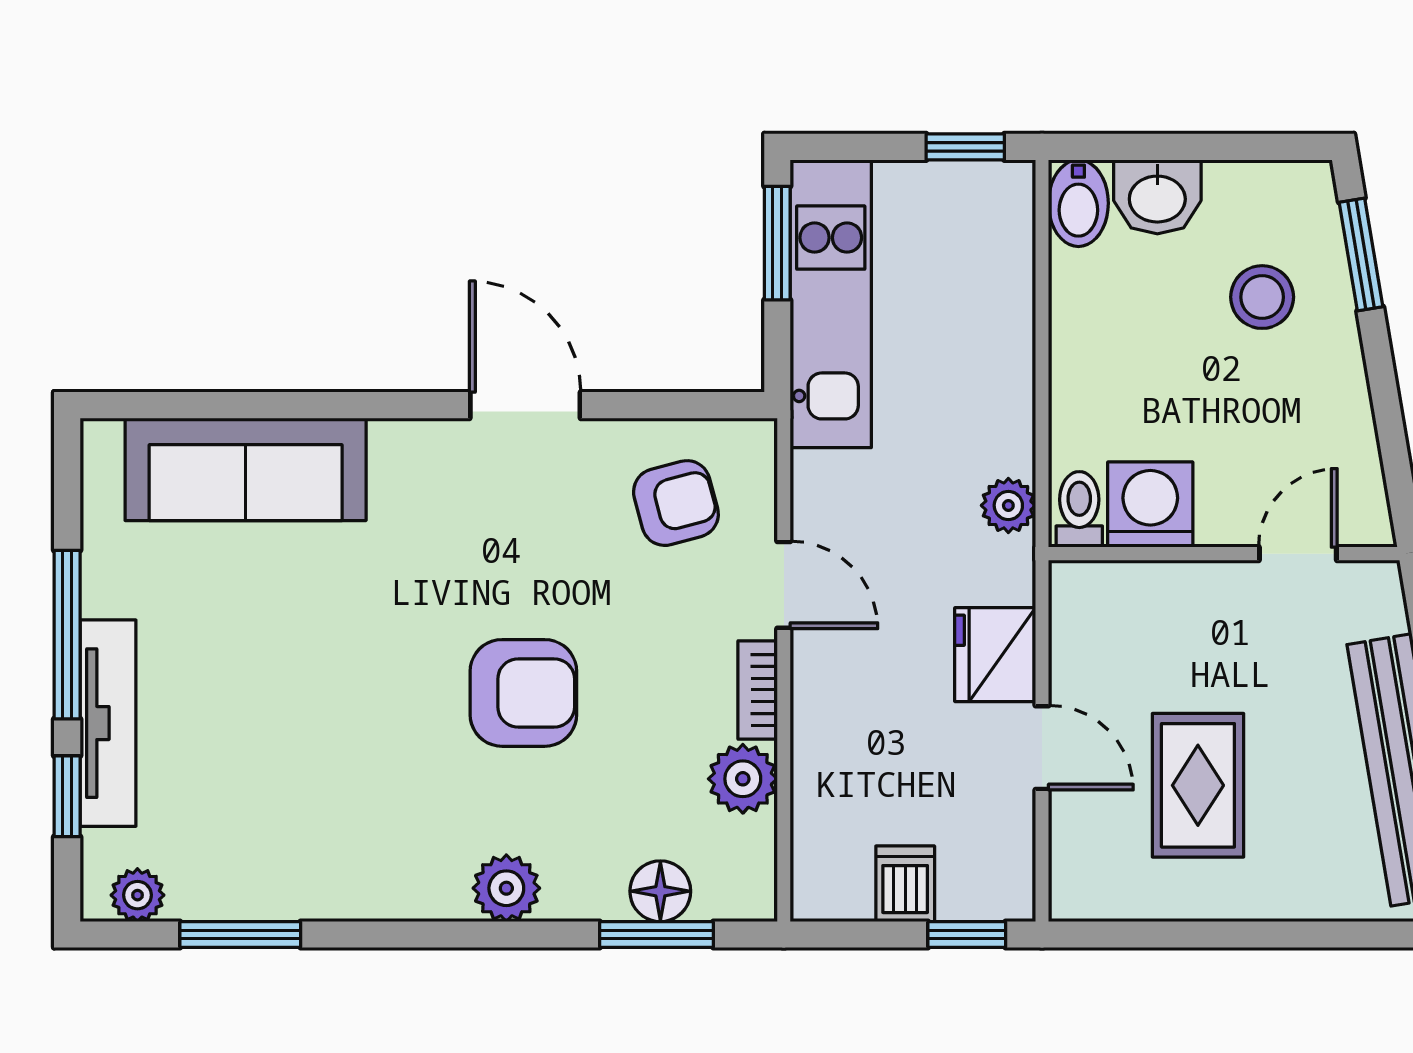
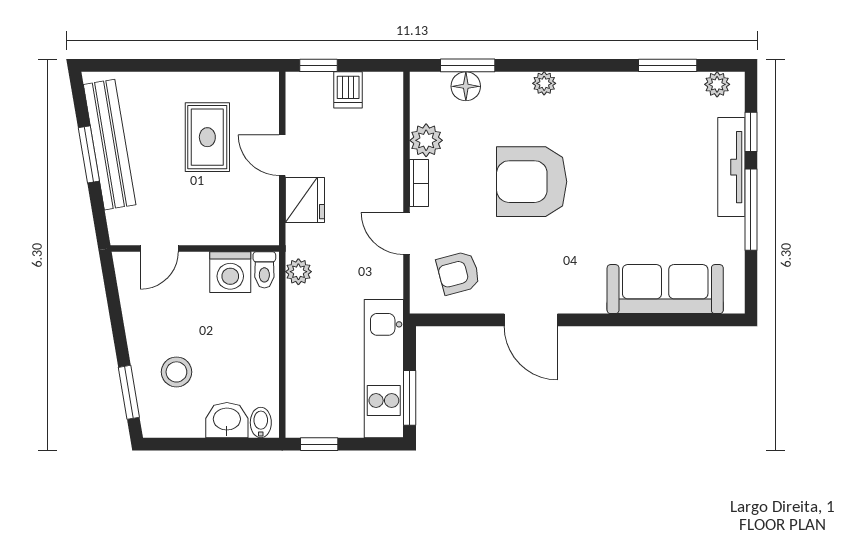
bidet: (1078, 203) -> (261, 423), width x0.72, depth x0.74
armchair: (523, 693) -> (532, 182), width x1.36, depth x1.36
plant: (506, 888) -> (544, 83), width x0.73, depth x0.73

